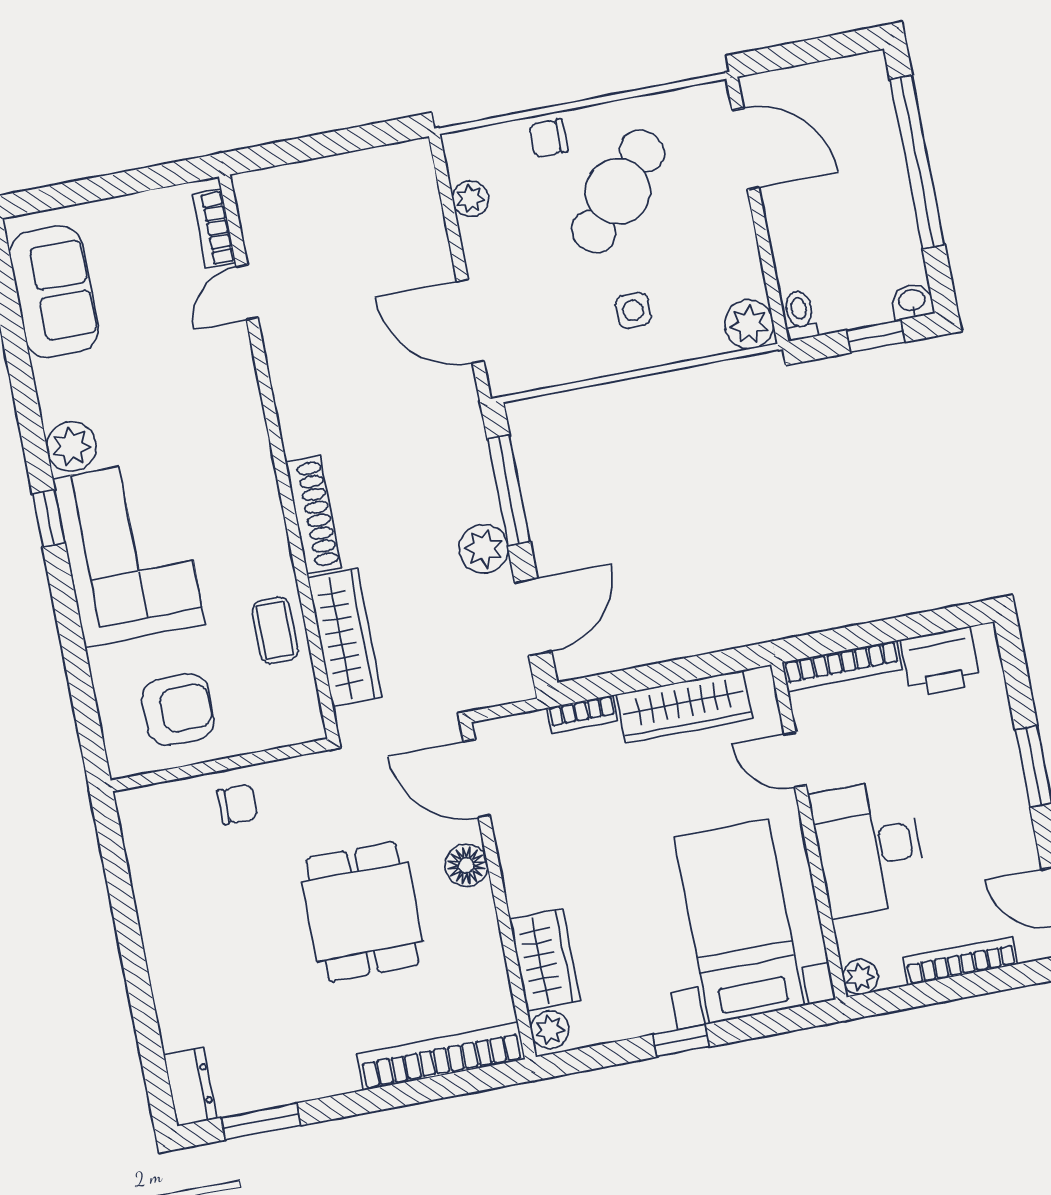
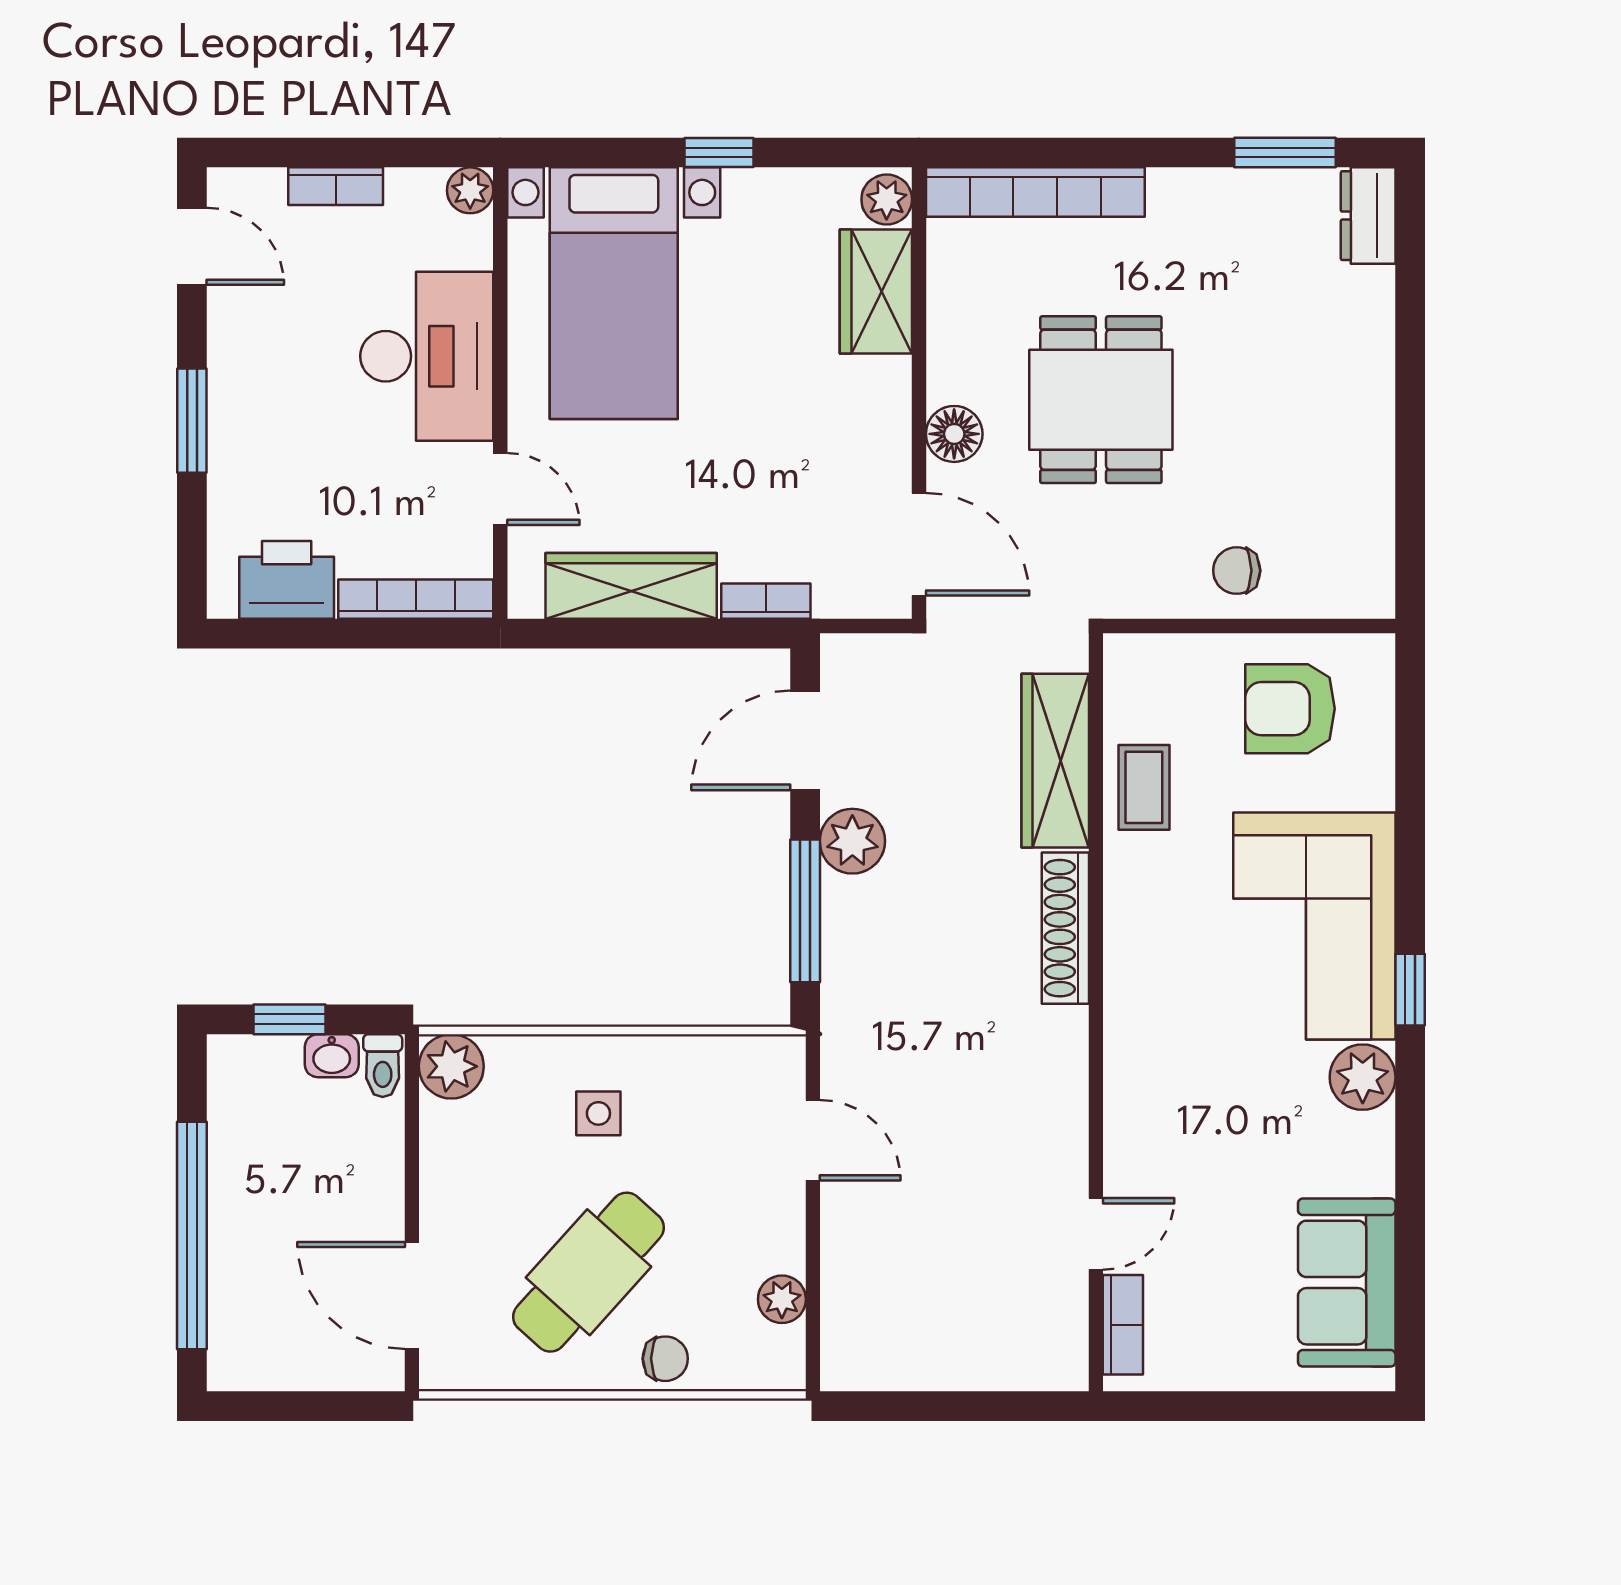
washbasin: (912, 301) -> (332, 1056), moved
door: (470, 321) -> (813, 1140), width x0.73
bookcase: (961, 961) -> (336, 186), width x0.64

